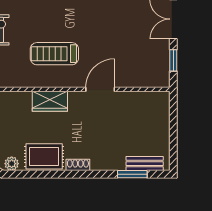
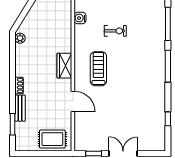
rug: (44, 156) -> (52, 139), moved, turned 90
bench: (145, 164) -> (20, 108), moved

